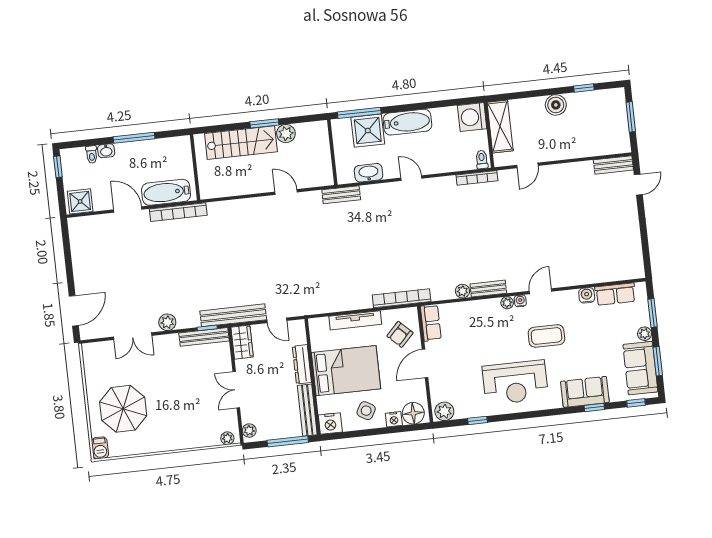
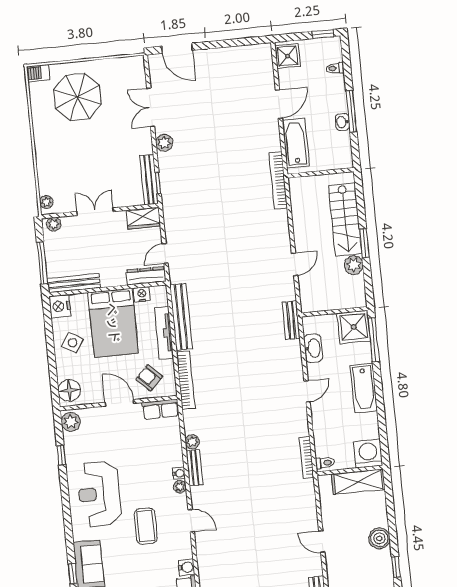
shower: (368, 131) -> (354, 327), moved
washbasin: (106, 151) -> (342, 122), moved
door: (527, 165) -> (322, 542), moved
bookcase: (178, 212) -> (278, 180), moved
water cooler: (520, 301) -> (179, 473), moved
bench: (233, 315) -> (181, 317), moved
dresser: (302, 364) -> (146, 276), moved
nightstand: (394, 419) -> (142, 294), moved, turned 90

